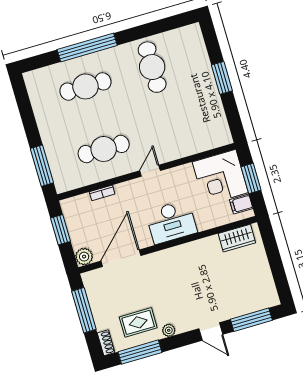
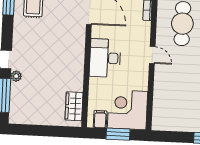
plant: (169, 330) -> (16, 76), moved

